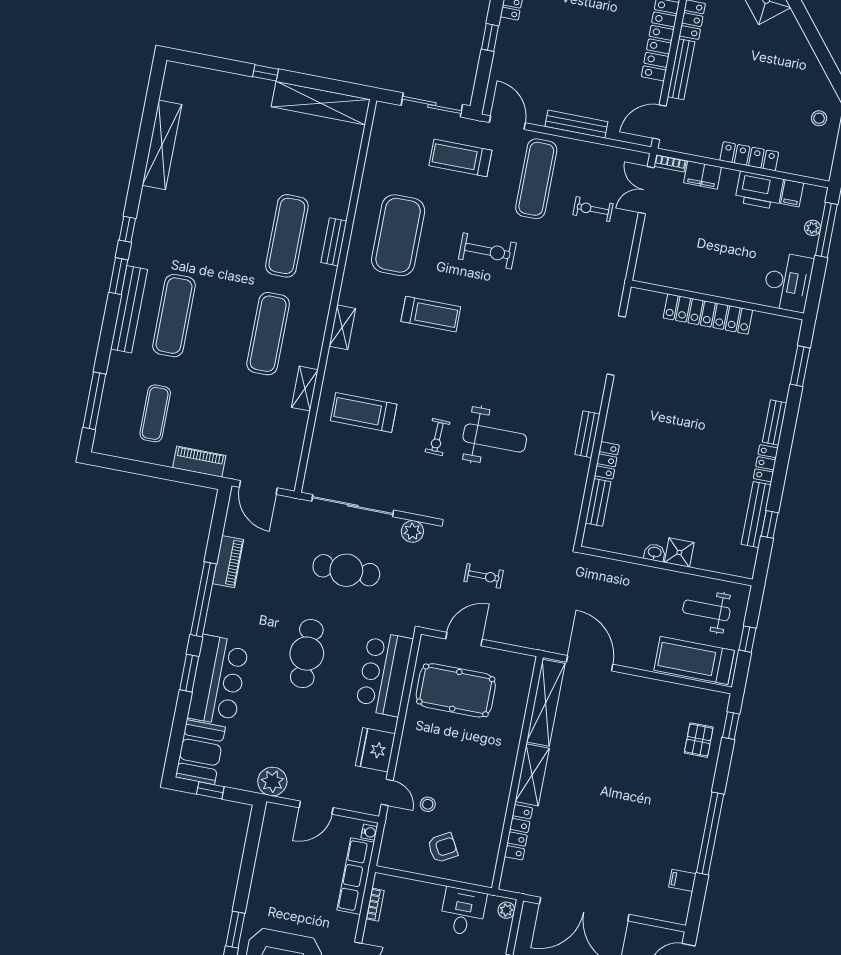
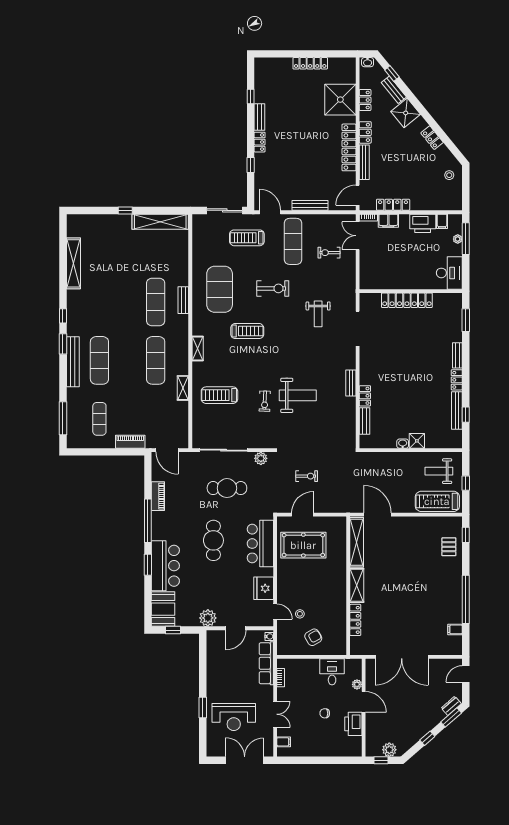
locker: (802, 50) -> (432, 138), added
locker: (749, 156) -> (393, 205), moved
weight bench: (555, 308) -> (318, 314), added
plant: (506, 910) -> (357, 684), moved

